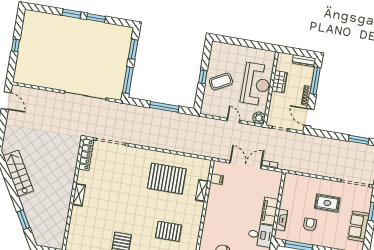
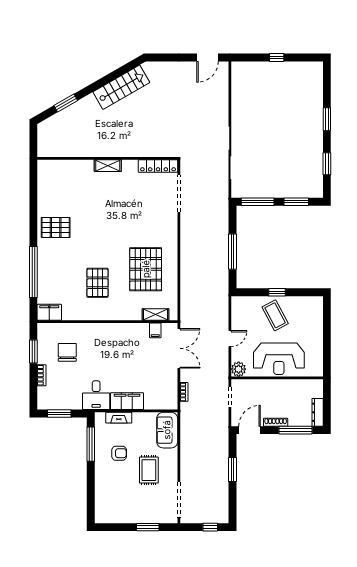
window: (96, 18) -> (327, 164), moved
wardrobe: (279, 82) -> (287, 387), removed
window: (359, 140) -> (232, 469), moved
double door: (246, 165) -> (179, 348), moved
shelving: (202, 191) -> (156, 314), moved
sofa: (359, 226) -> (167, 430), moved, turned -90
pallet: (169, 231) -> (98, 283), moved

